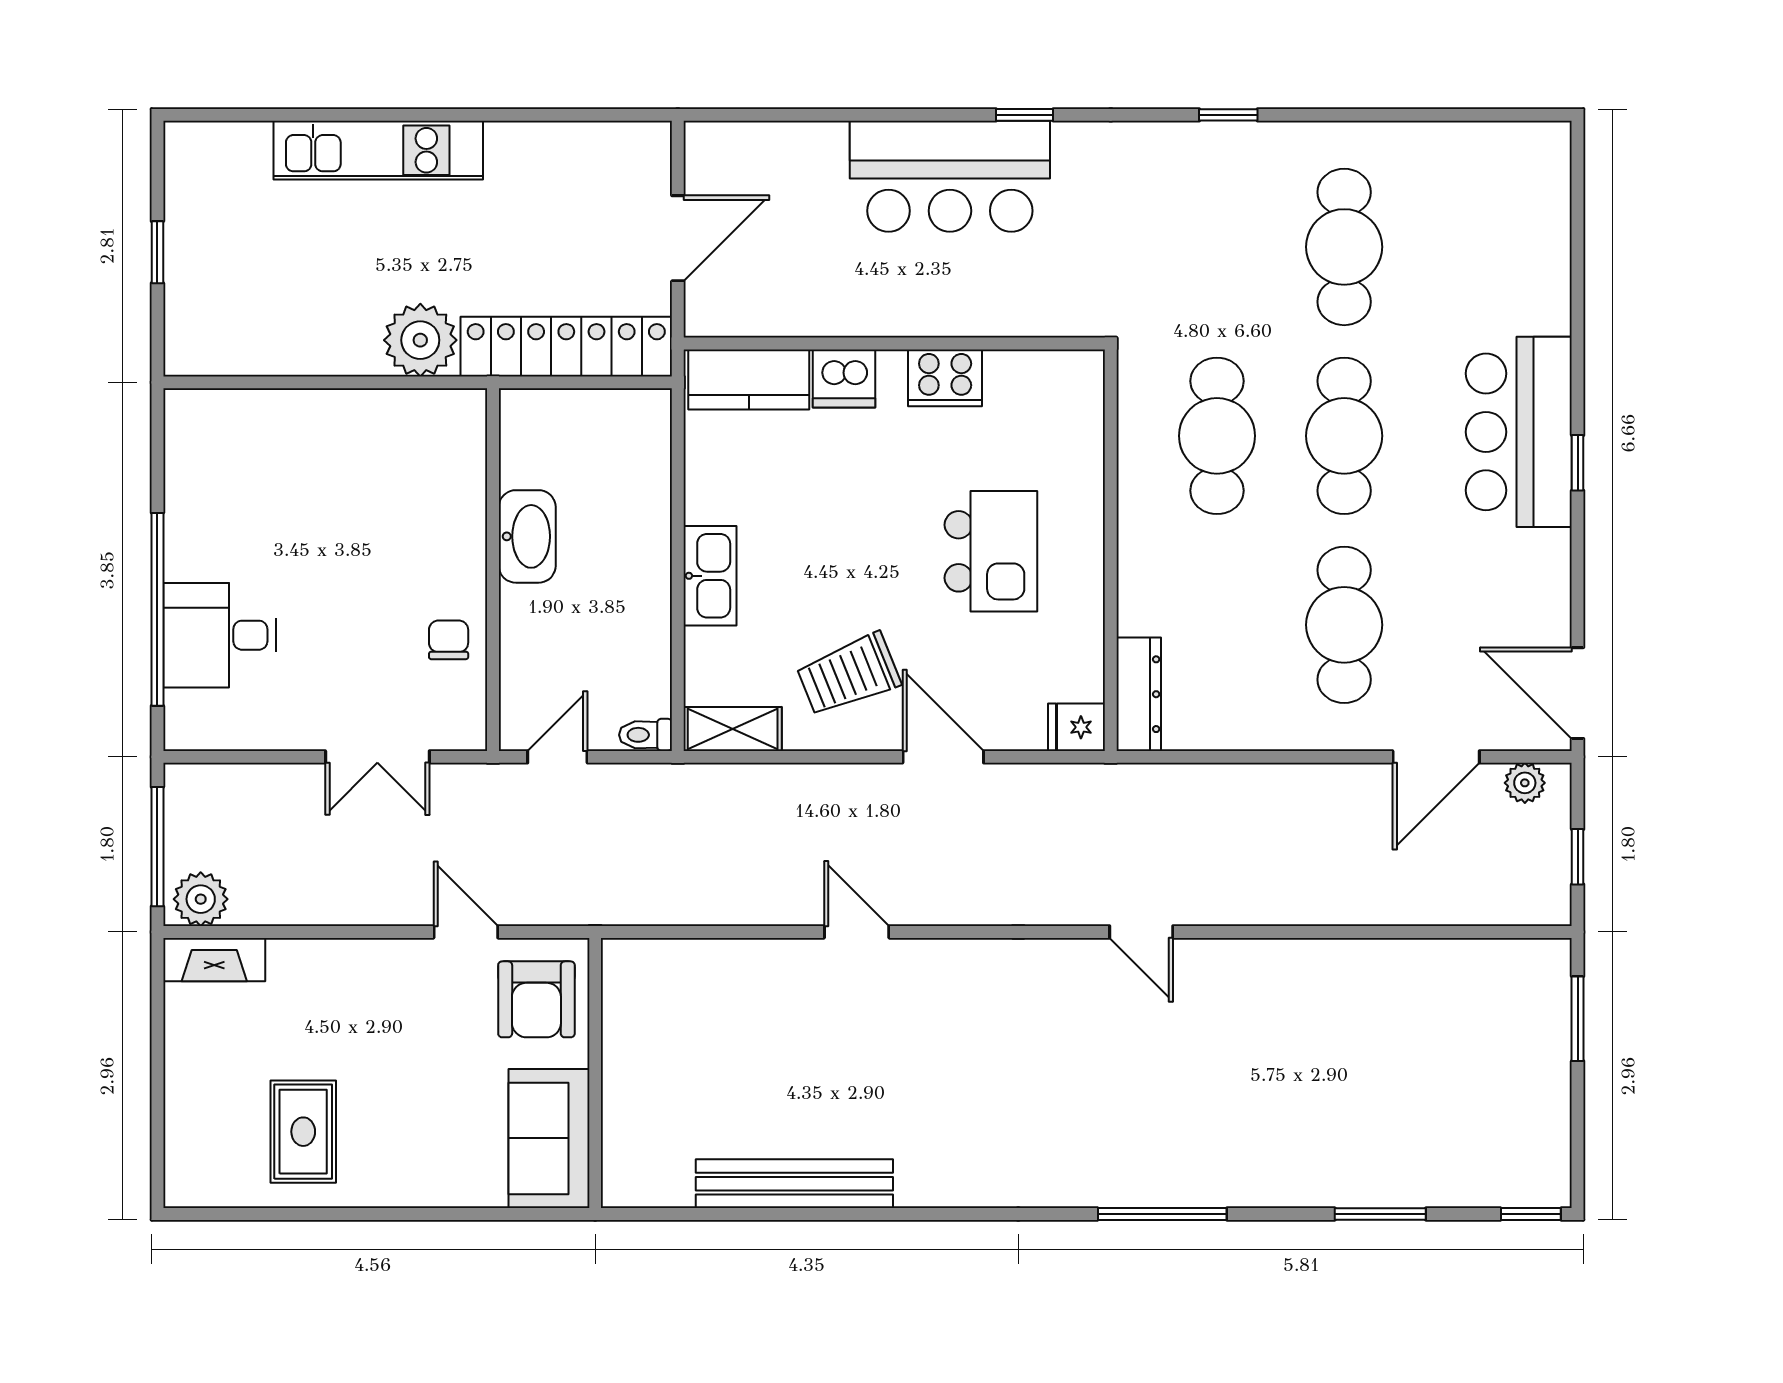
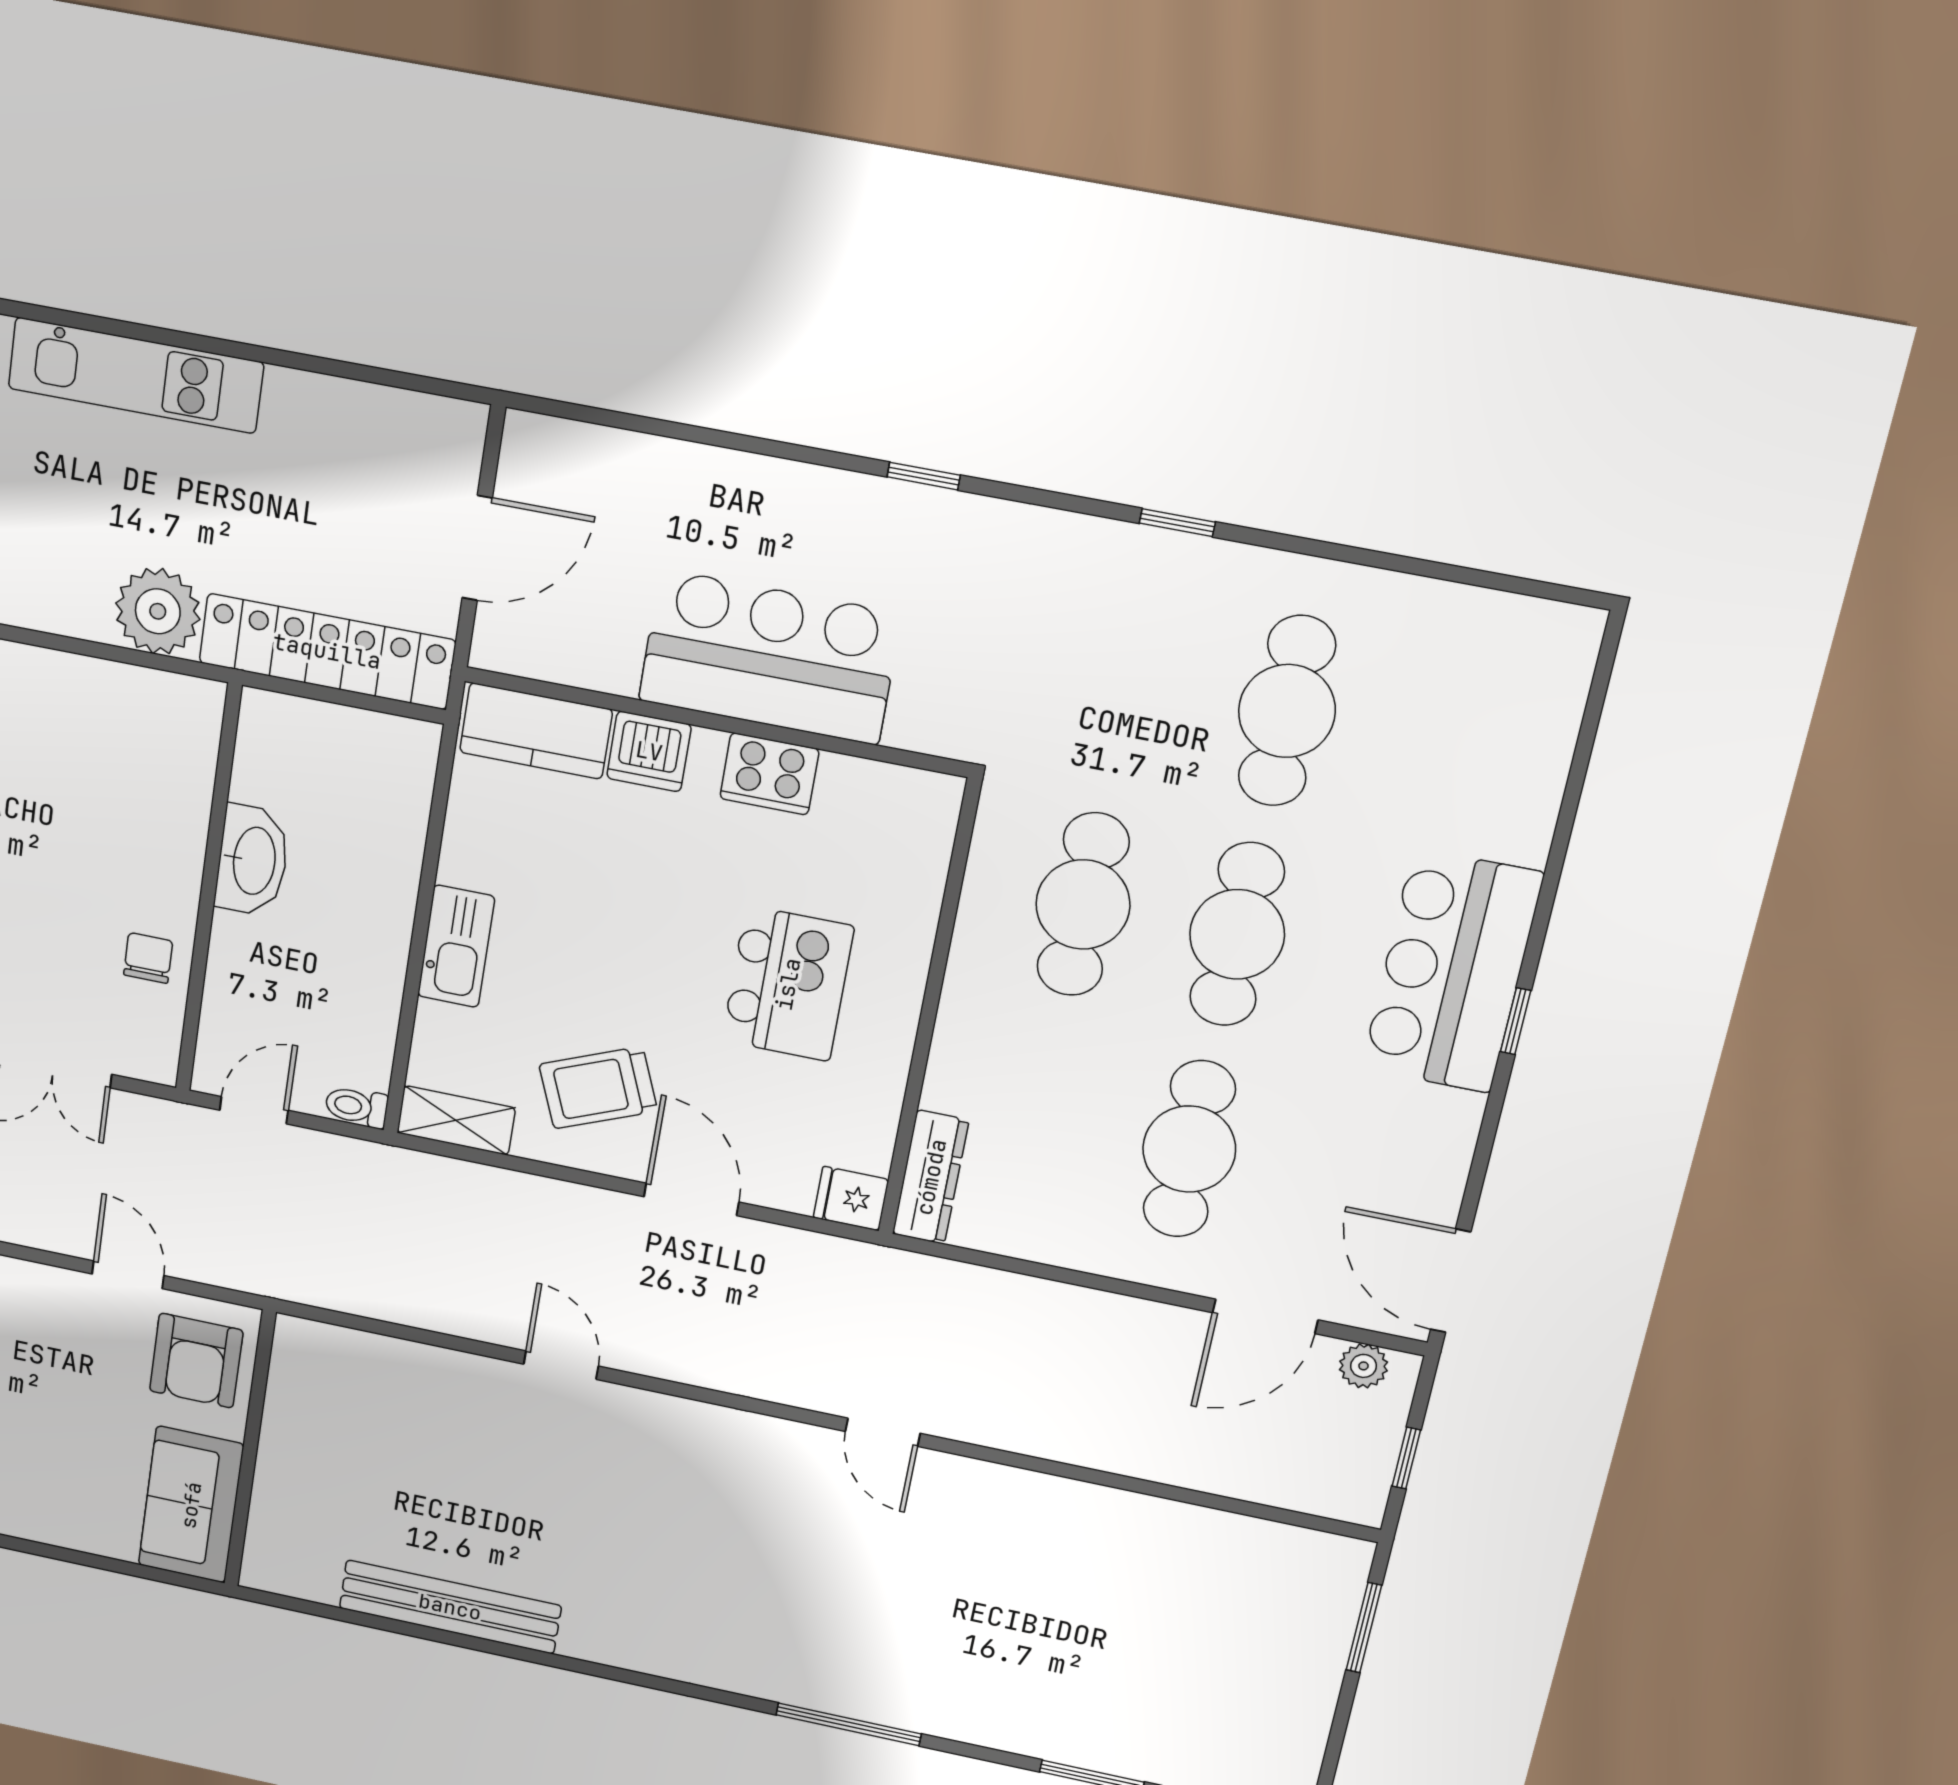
bar counter: (950, 176) -> (769, 657), moved, turned 180

